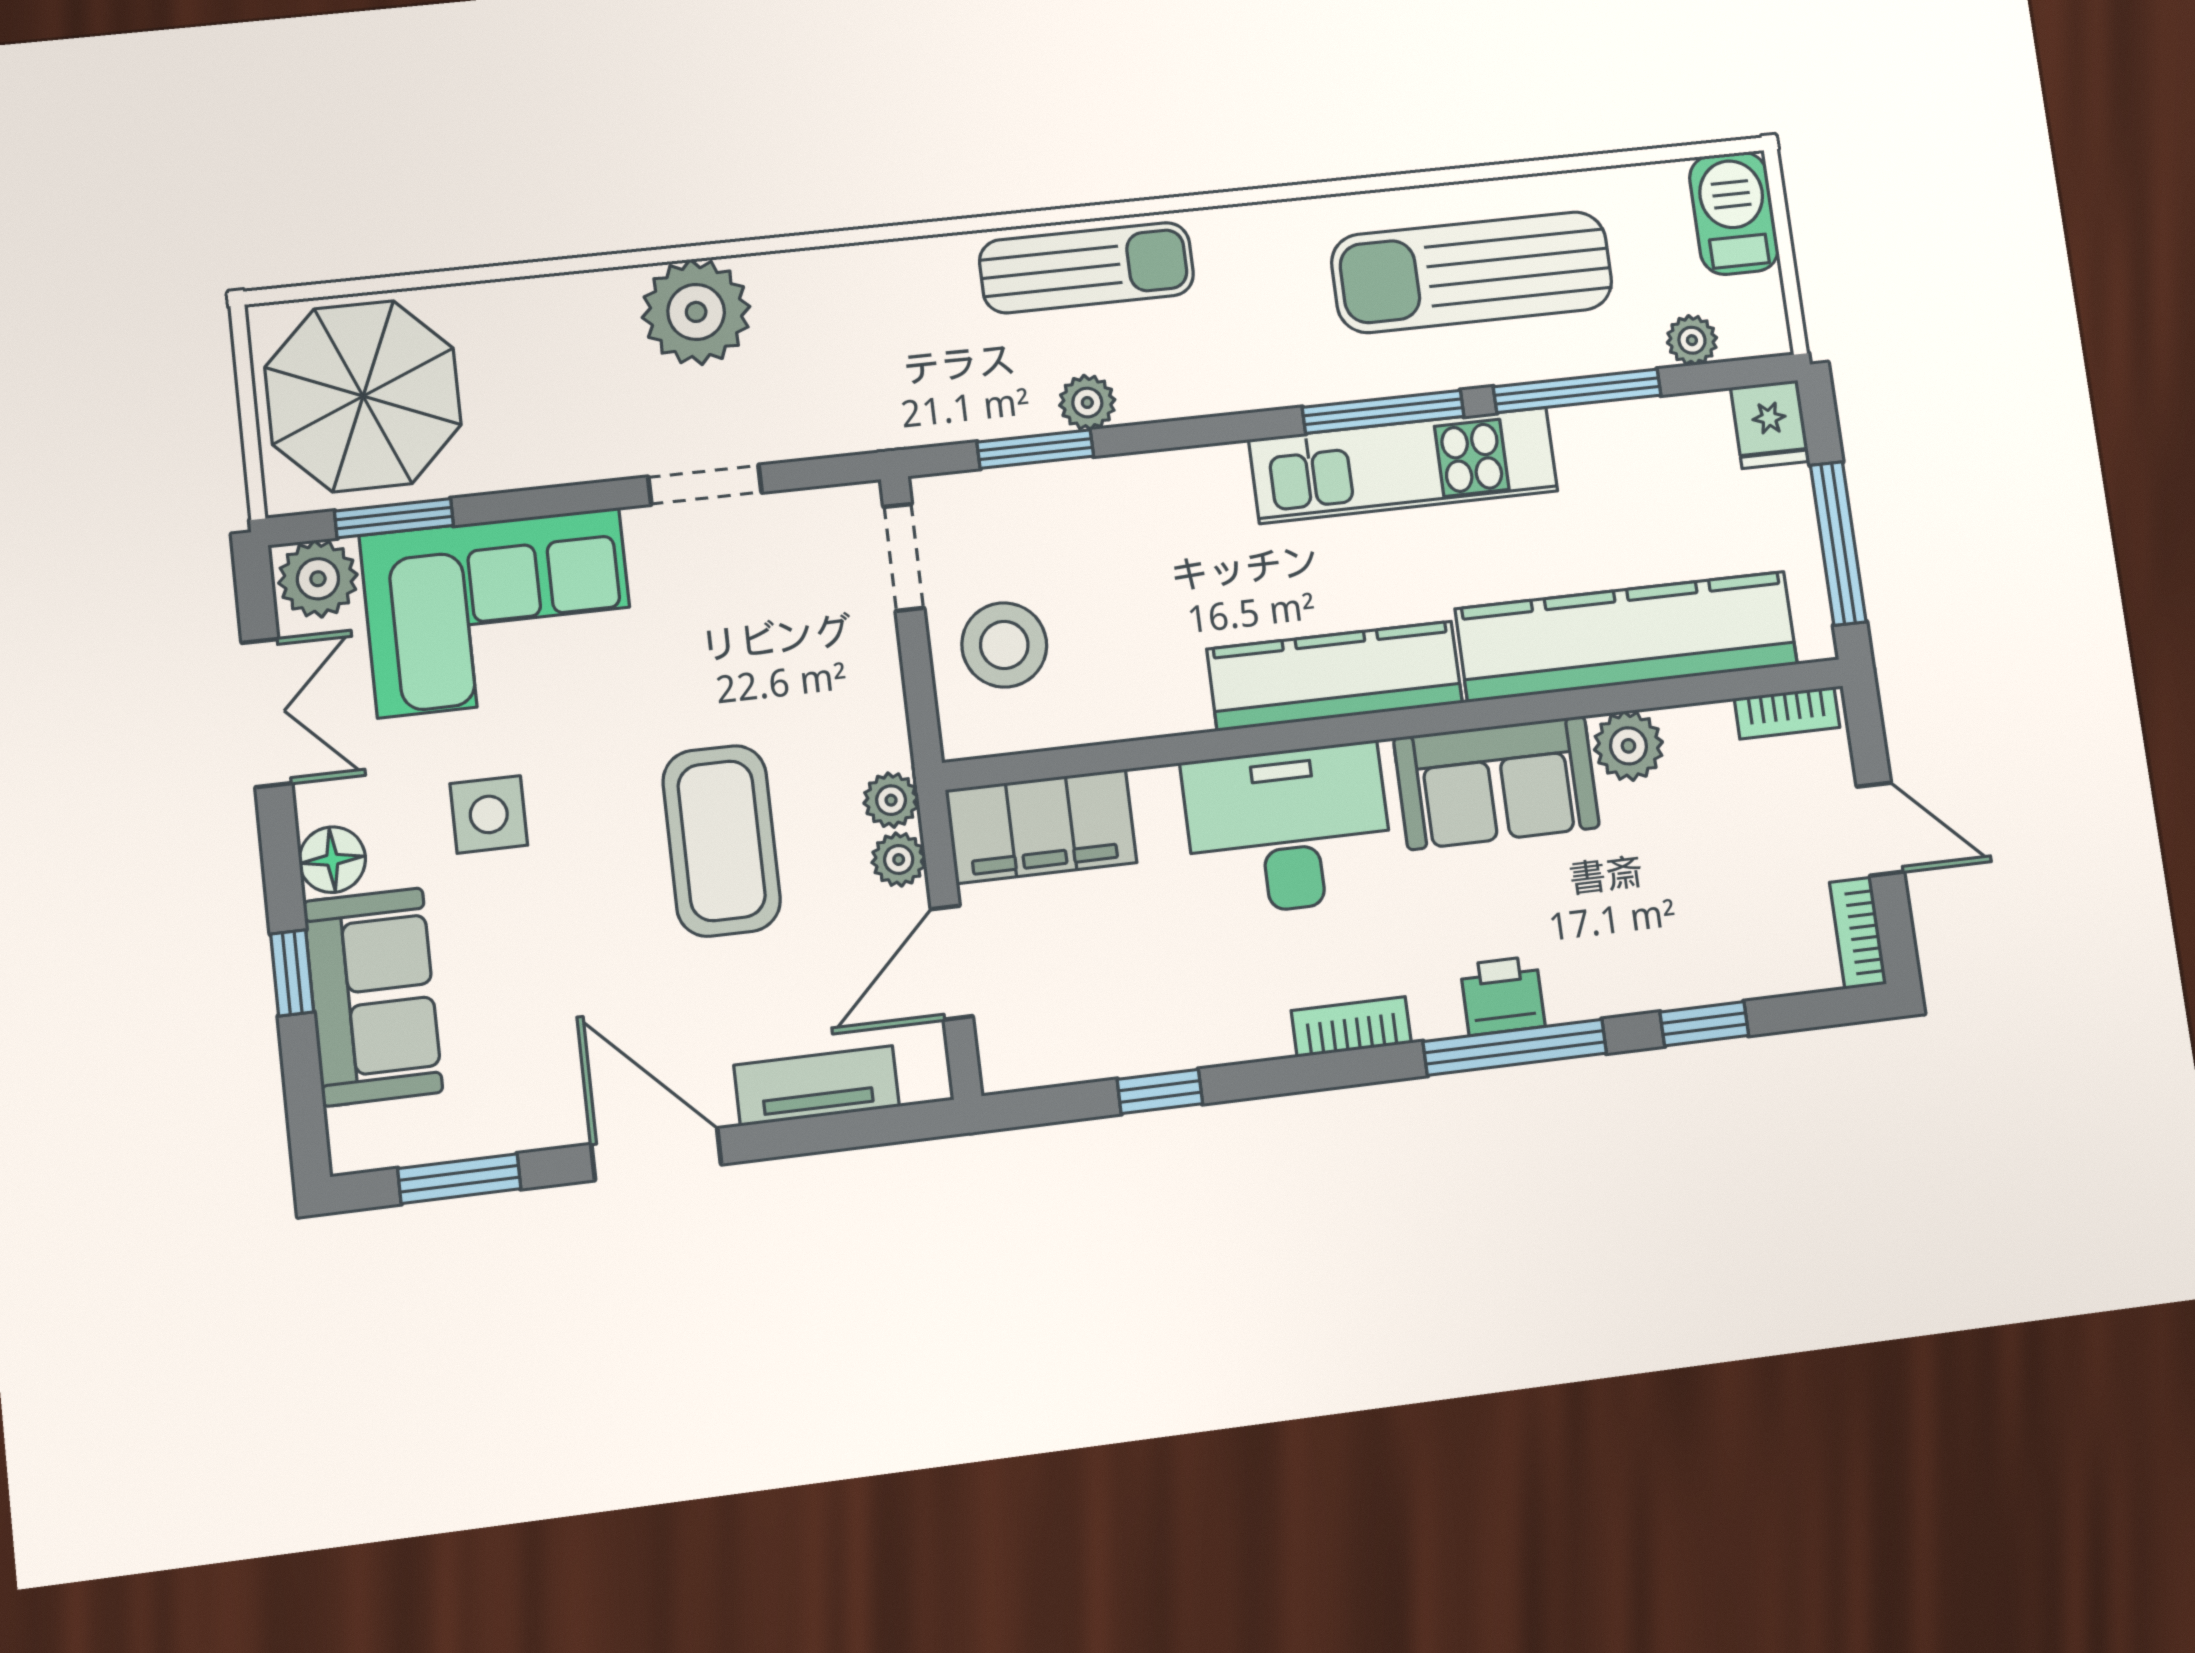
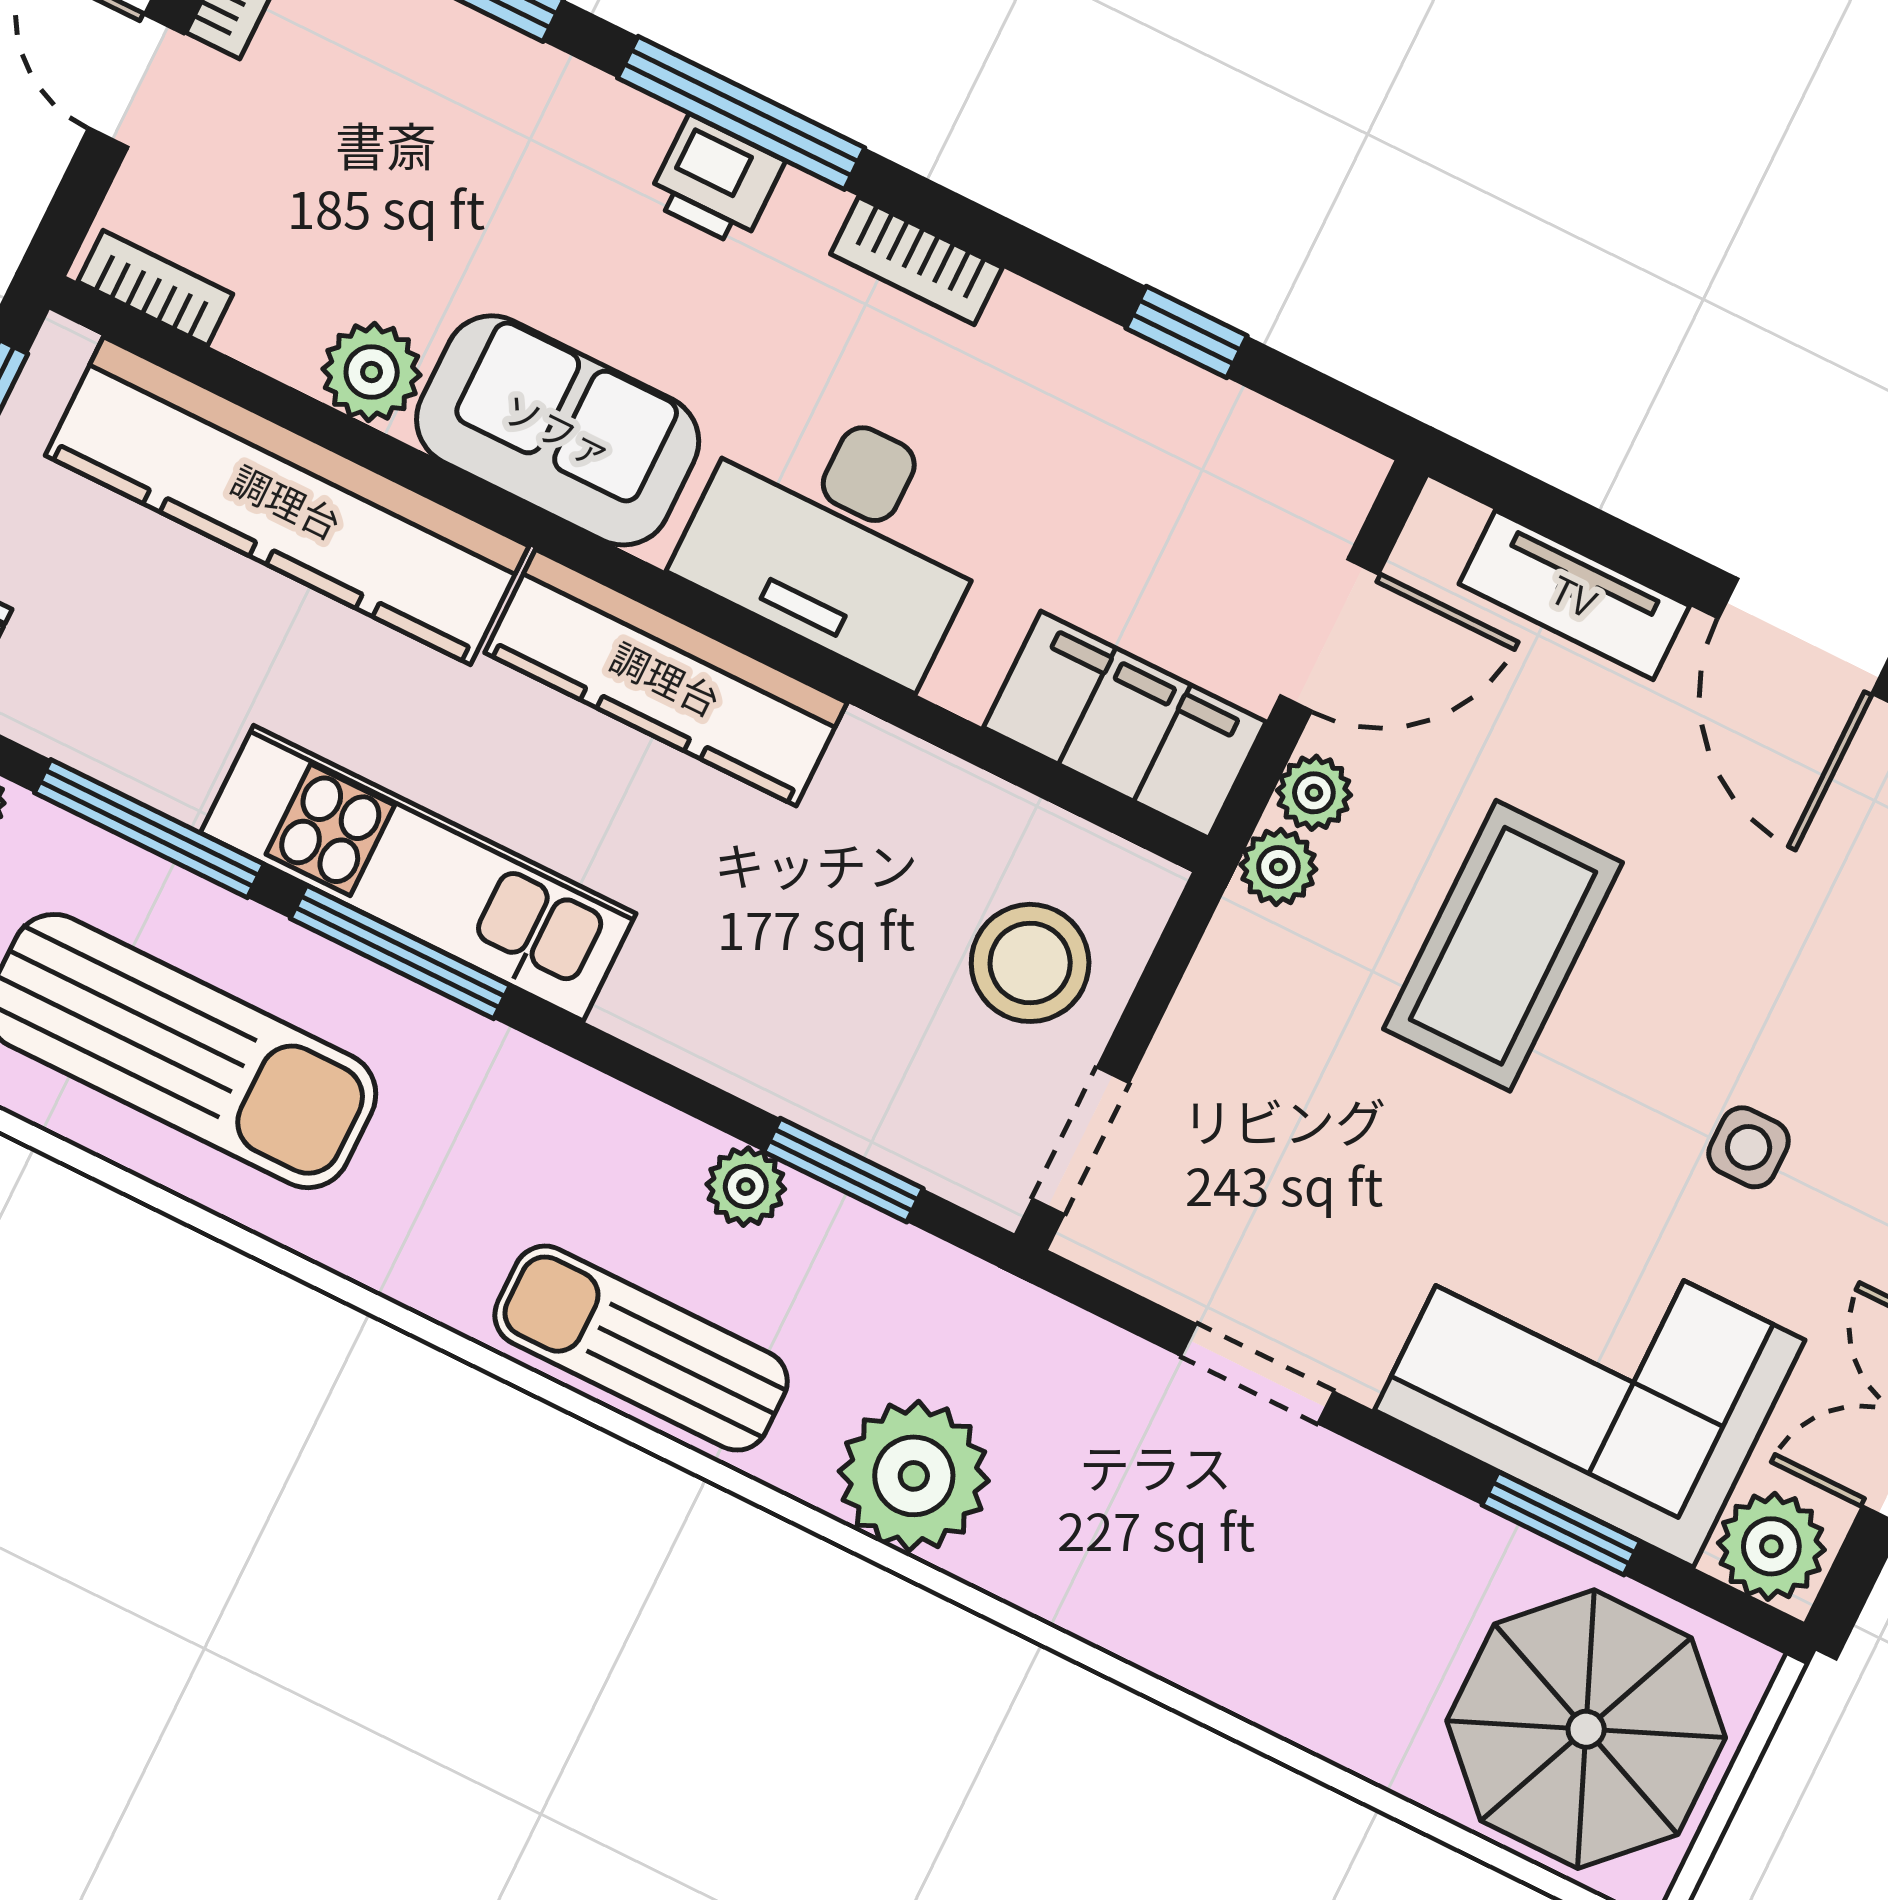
plant: (696, 312) -> (914, 1476), moved
window: (394, 518) -> (1561, 1523), moved
side table: (489, 814) -> (1749, 1147), width x0.73, depth x0.73

